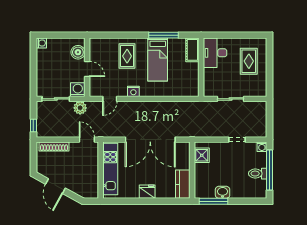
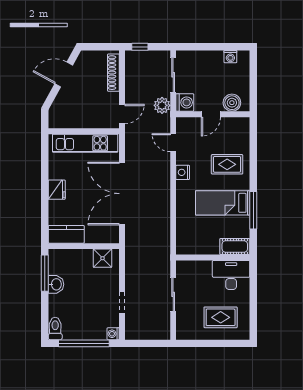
washing machine: (41, 43) -> (230, 57), moved
toilet: (258, 174) -> (55, 328), moved

